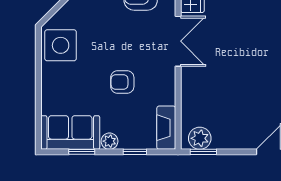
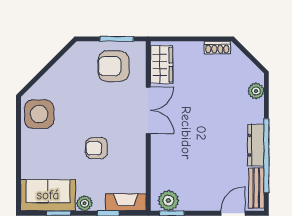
fireplace: (166, 128) -> (126, 202), moved, turned 90

